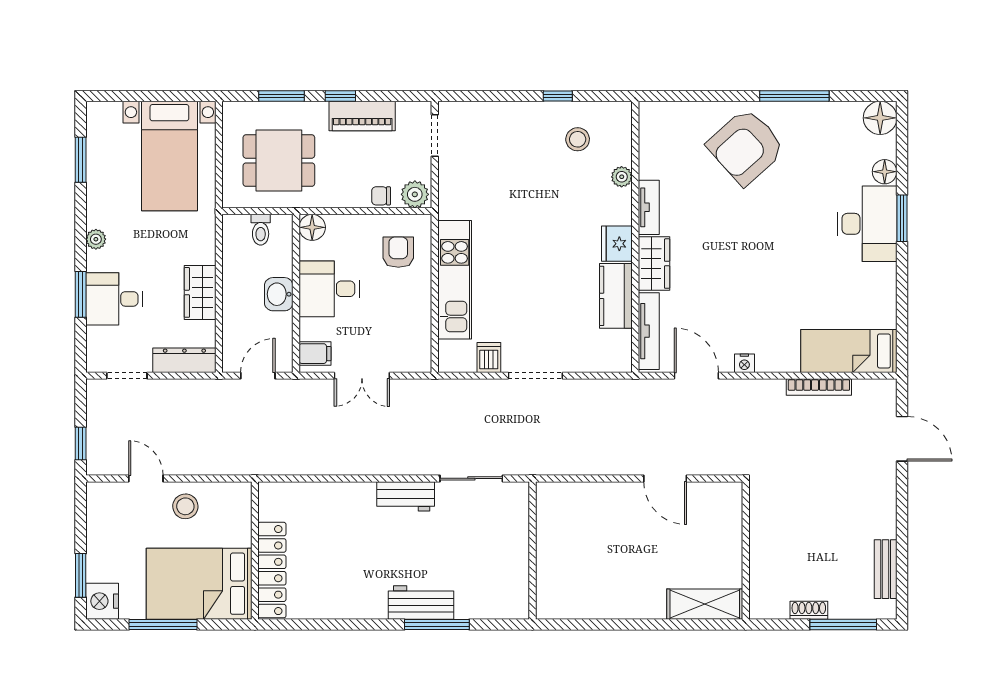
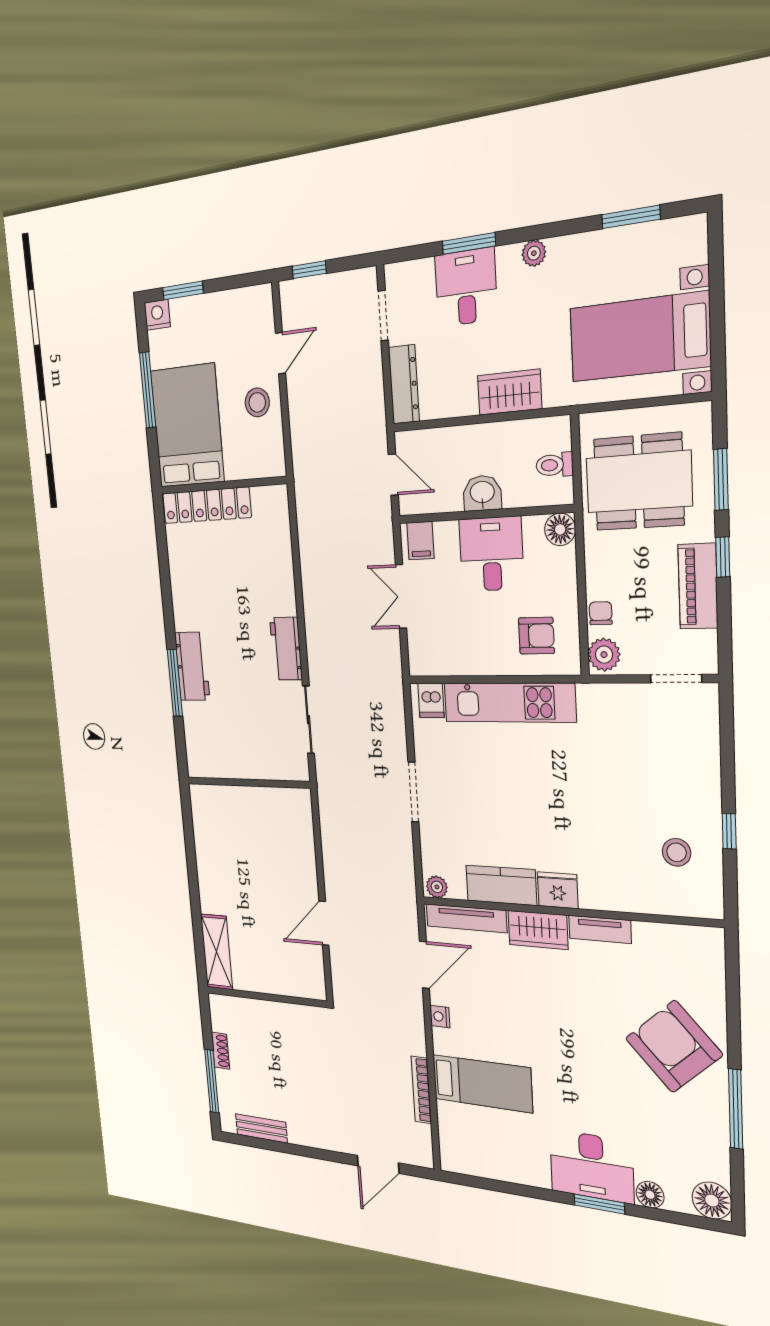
dining table: (279, 161) -> (639, 482), width x1.38
plant: (622, 177) -> (437, 887), moved
wardrobe: (200, 292) -> (510, 392), moved
bed: (849, 351) -> (482, 1083), moved, turned 90
dishwasher: (489, 357) -> (431, 700), moved, turned 90
nightstand: (102, 601) -> (157, 315), width x0.74, depth x0.75

